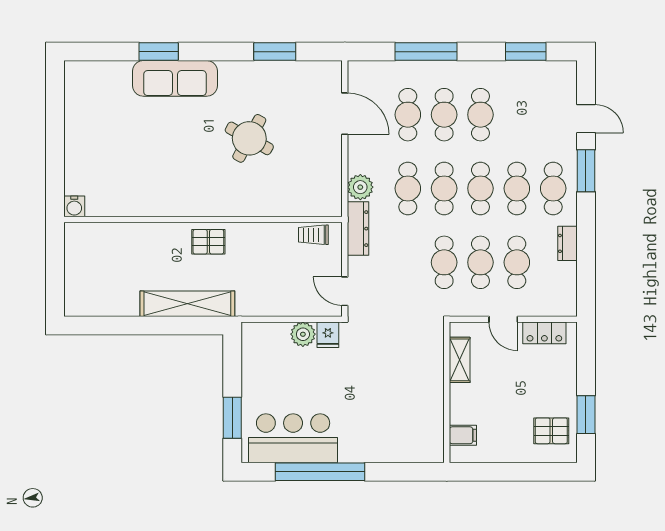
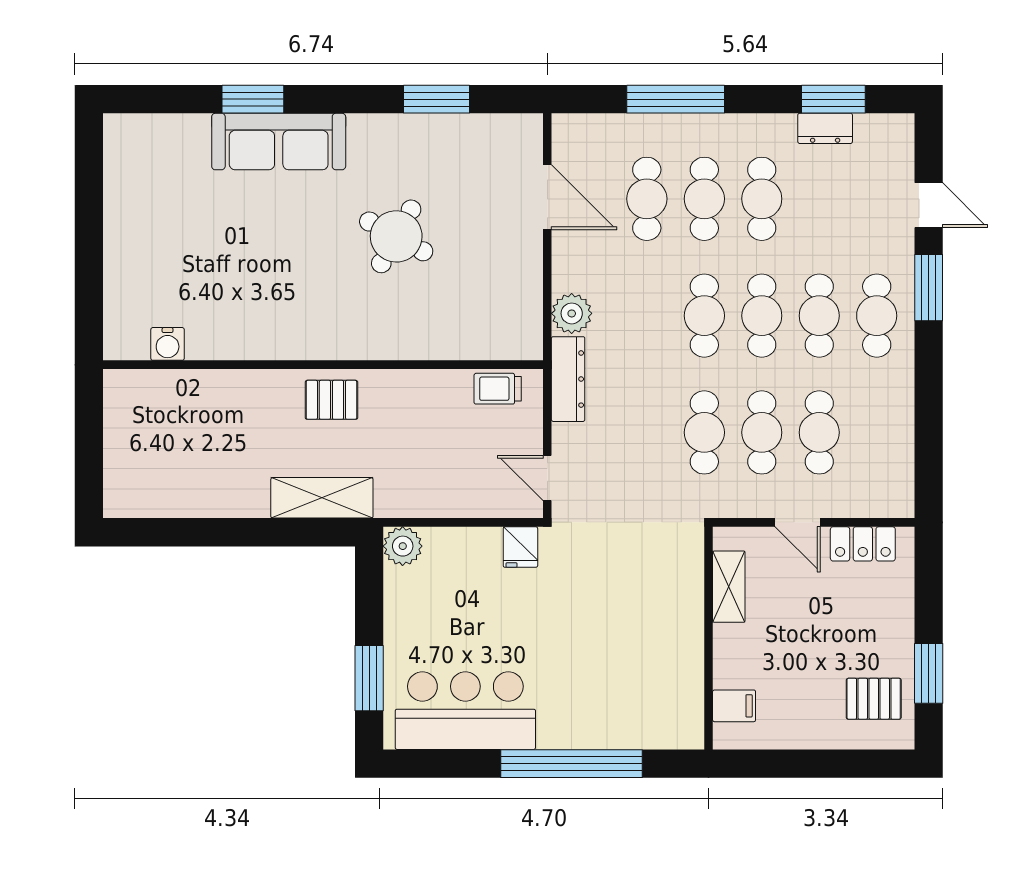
cafe table: (408, 188) -> (647, 316), removed
water cooler: (74, 206) -> (168, 344), moved
dresser: (567, 243) -> (825, 128), moved, turned -90
shelving: (187, 304) -> (322, 498), width x0.68
plant: (303, 334) -> (403, 546), moved
window: (320, 472) -> (571, 764), moved

